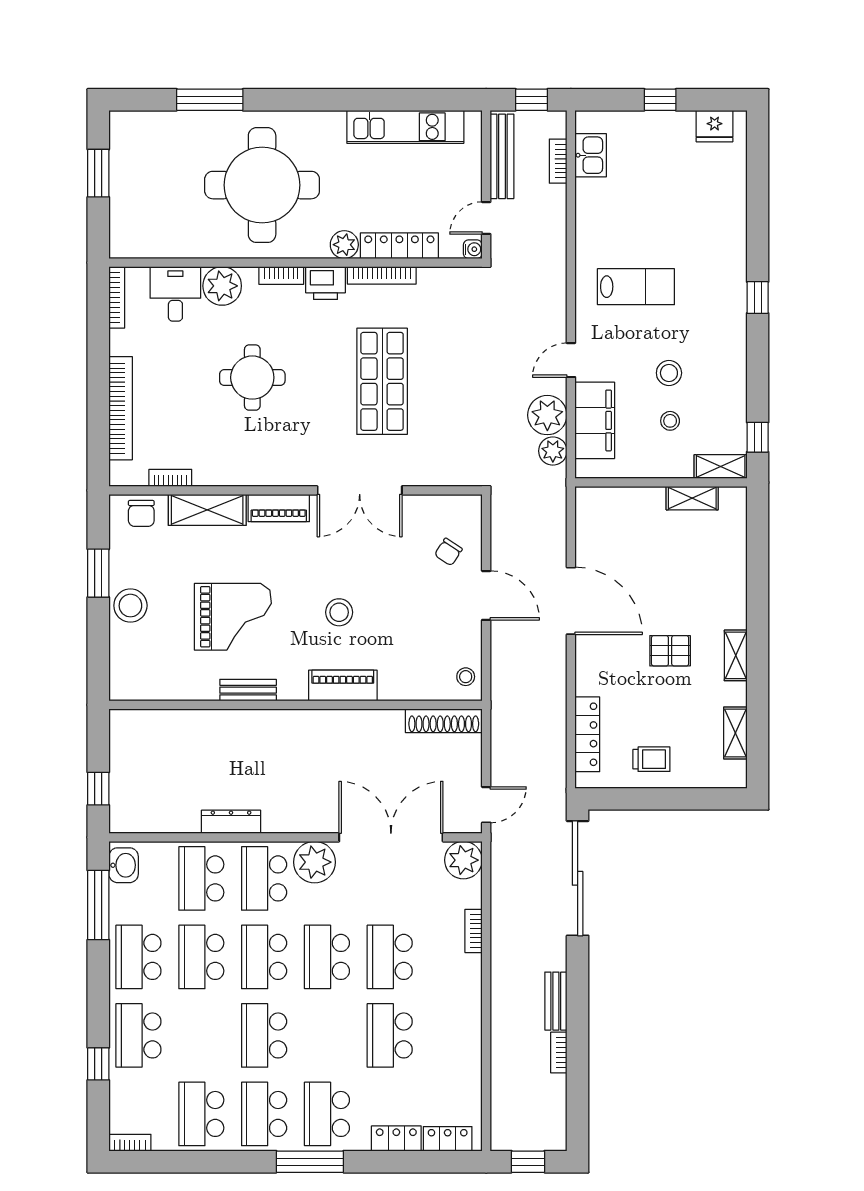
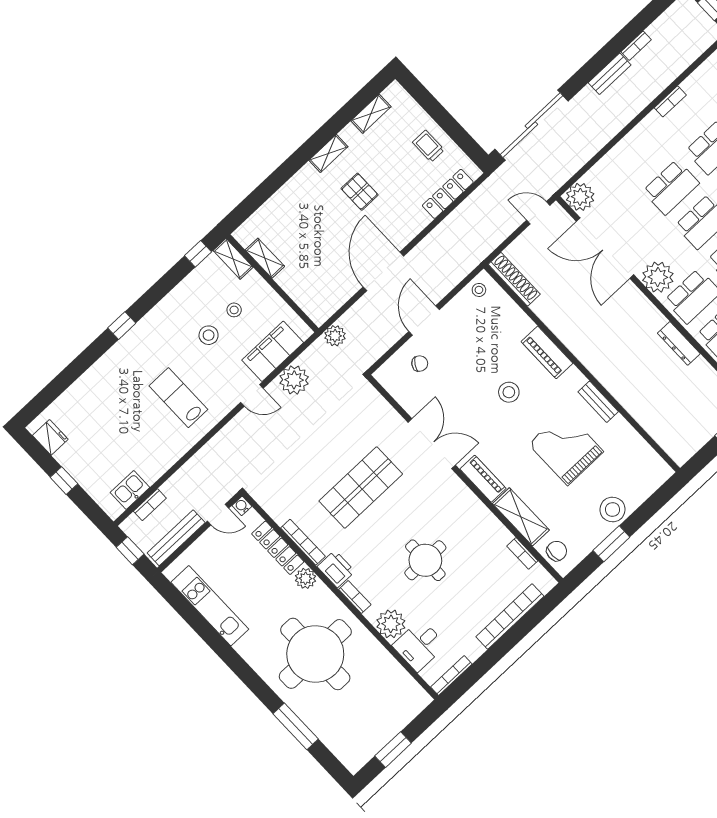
plant: (553, 451) -> (335, 336), moved
bookcase: (474, 931) -> (670, 101), moved

